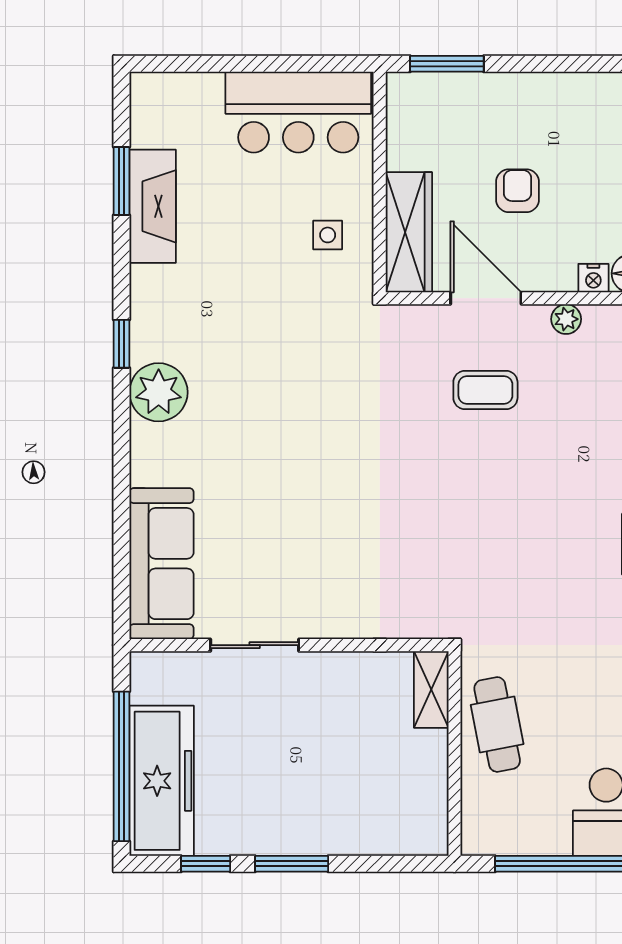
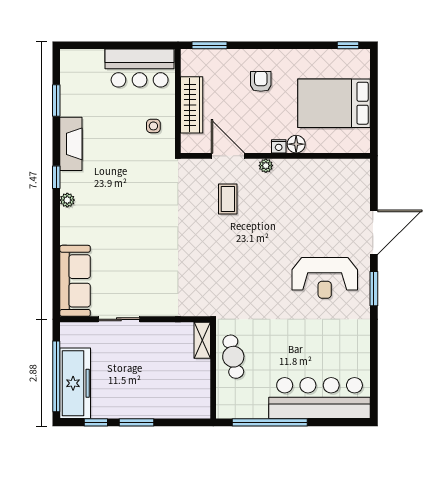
armchair: (517, 191) -> (261, 81), moved
fireplace: (153, 206) -> (71, 144), moved
wardrobe: (409, 232) -> (192, 105), moved
coffee table: (485, 390) -> (228, 199), turned 90
plant: (159, 392) -> (67, 200), width x0.53, depth x0.53

